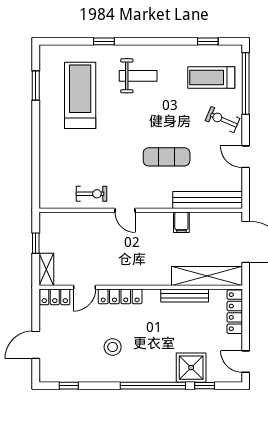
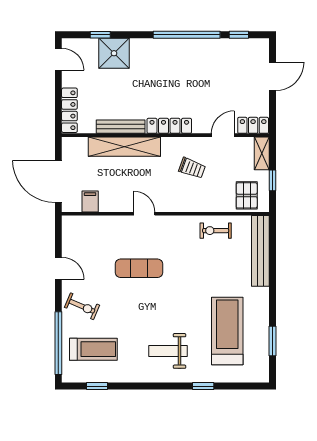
treadmill: (80, 95) -> (227, 331), turned 180
bench: (208, 200) -> (260, 251), moved, turned 90
door: (125, 210) -> (144, 214), moved
filing cabinet: (181, 222) -> (90, 201), moved
pallet: (61, 228) -> (247, 195), added
trolley: (115, 255) -> (192, 168), added
shelving: (207, 276) -> (124, 147), moved
locker: (120, 296) -> (169, 126), moved
stool: (113, 347) -> (194, 74), removed
window: (153, 386) -> (187, 35), moved

